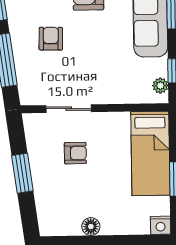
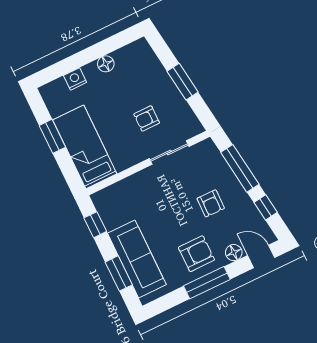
plant: (160, 86) -> (102, 207), removed
nightstand: (161, 225) -> (75, 79), moved

